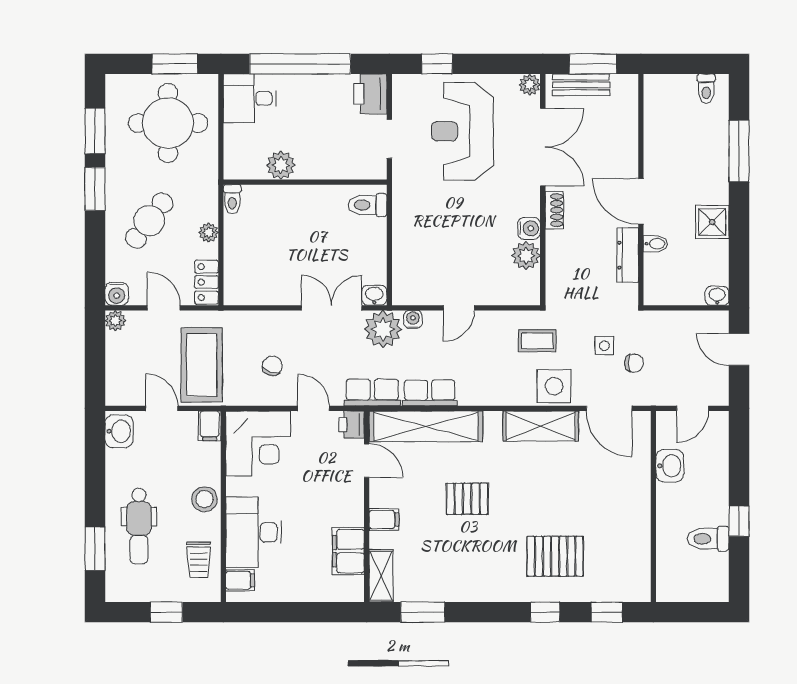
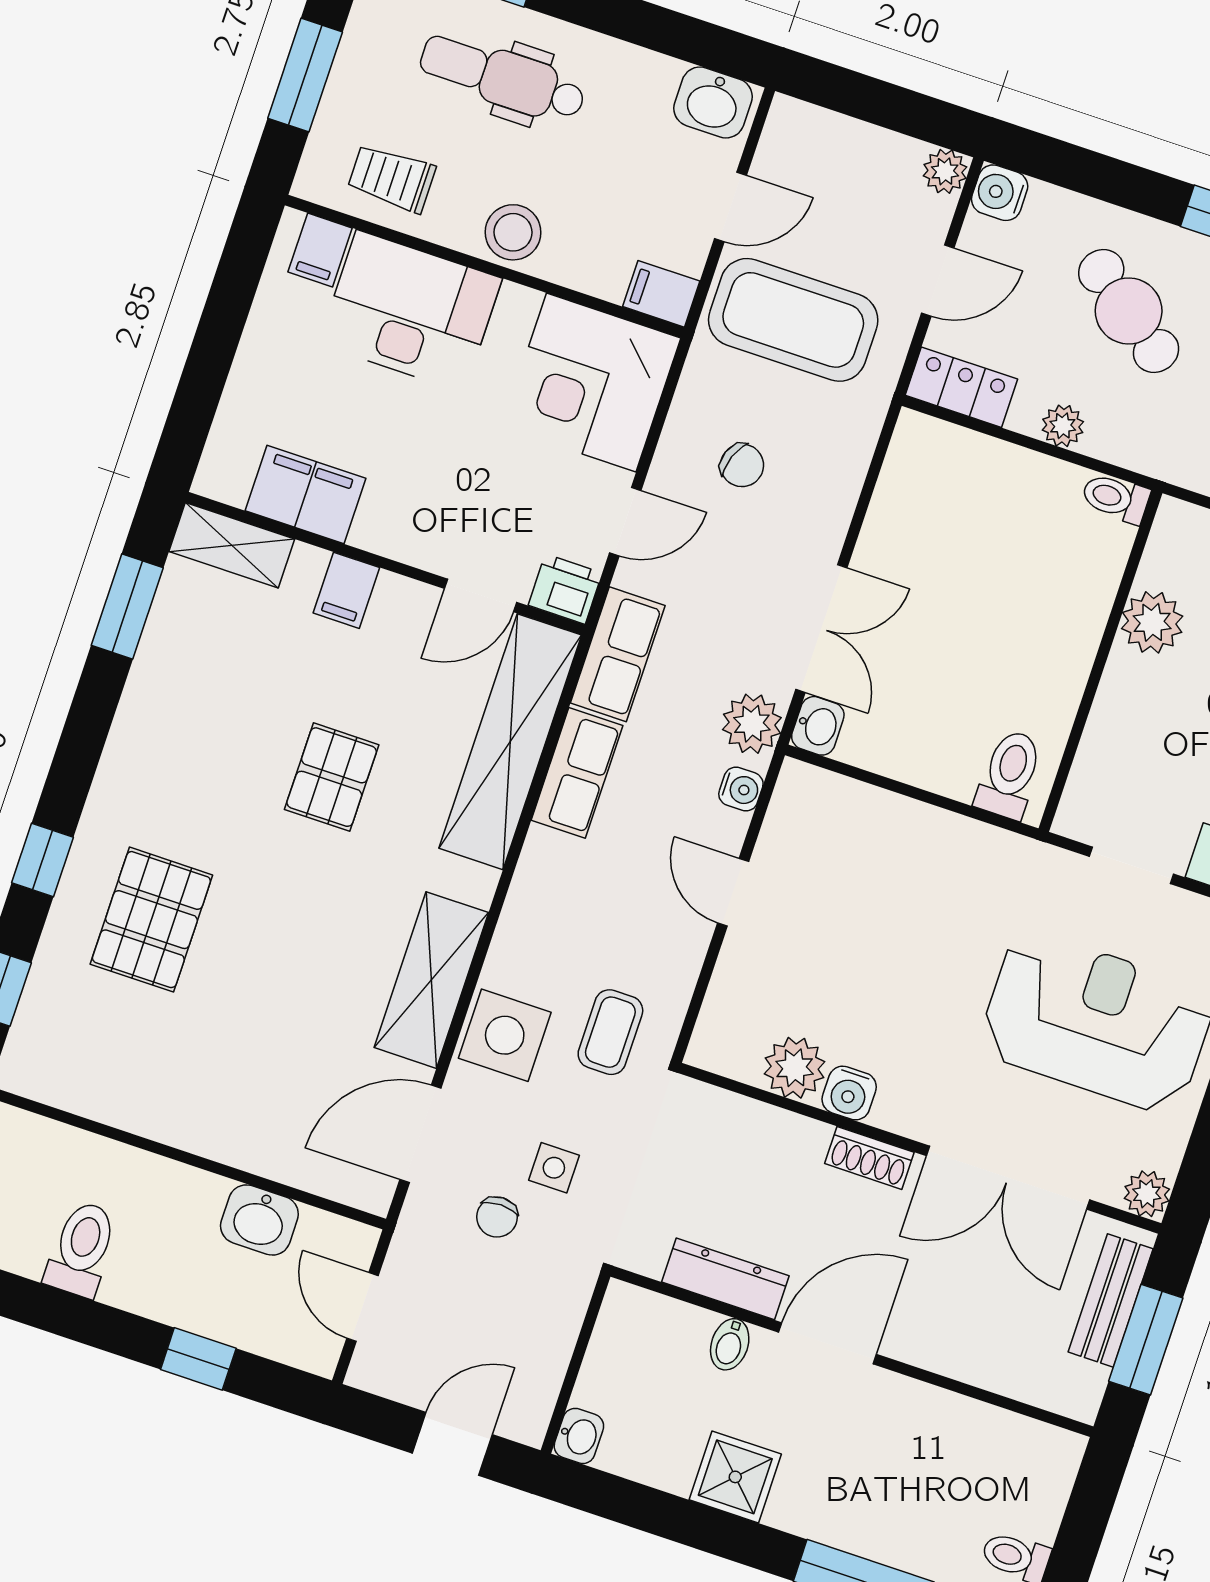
plant: (383, 329) -> (752, 724), width x0.73, depth x0.73
window: (739, 521) -> (198, 1359), moved
window: (166, 612) -> (305, 75), width x1.50

